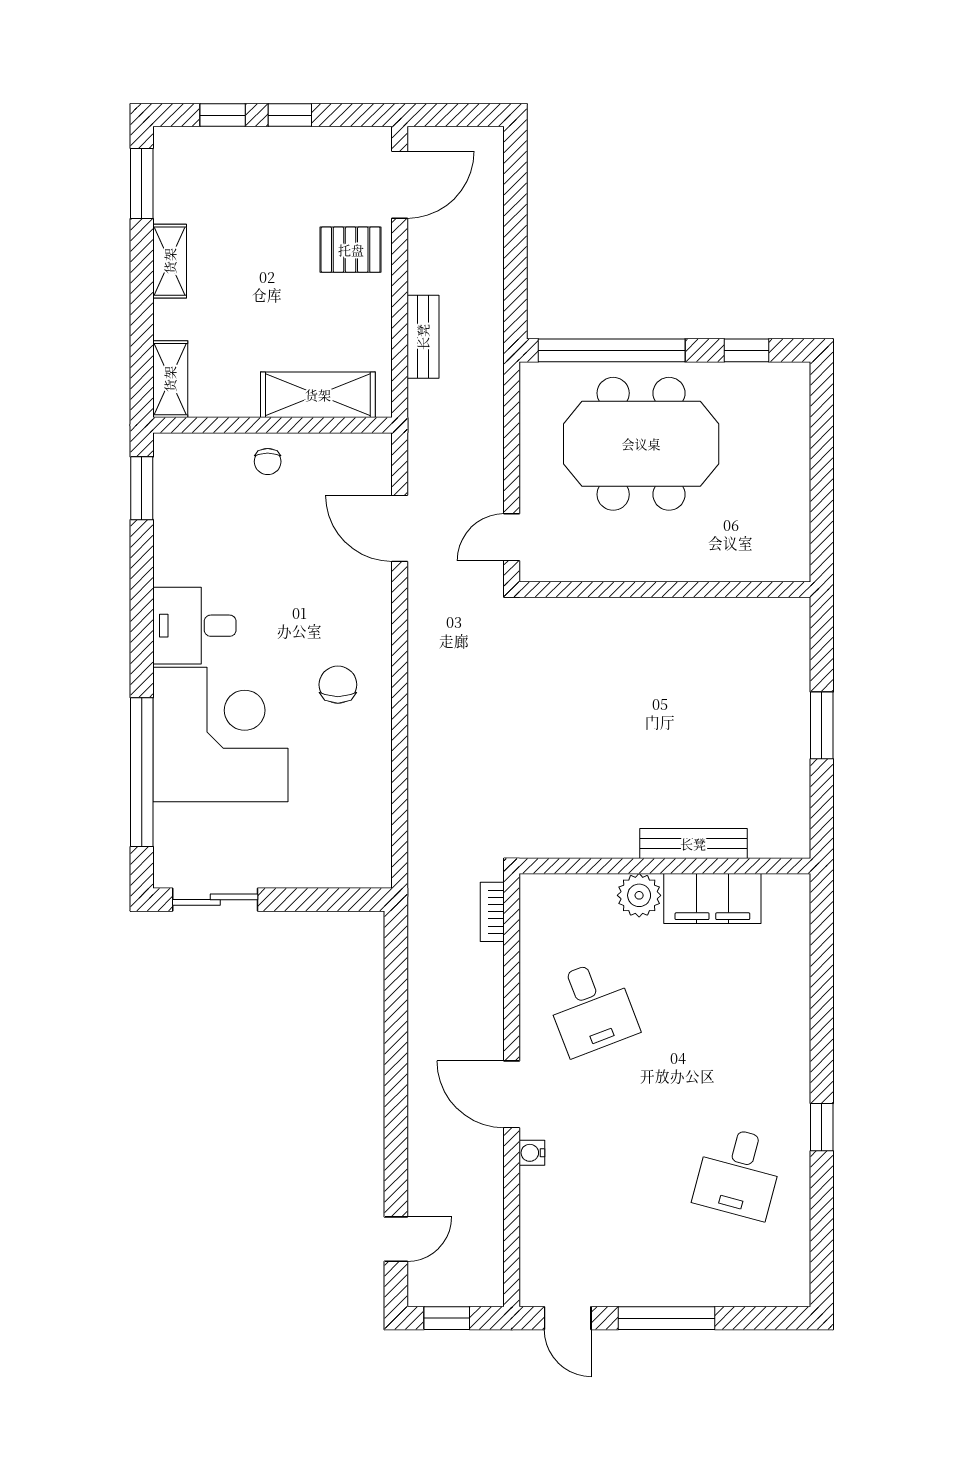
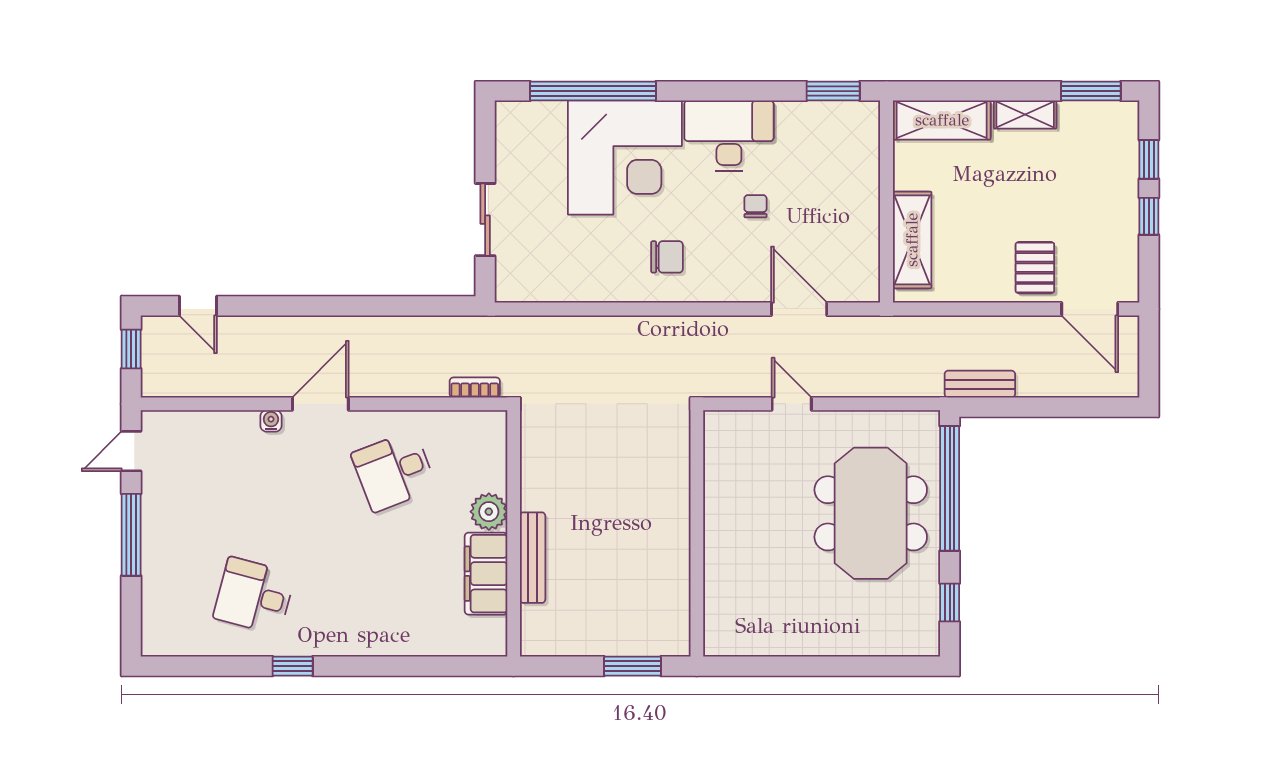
bench: (423, 337) -> (980, 384), moved
shelving: (170, 379) -> (942, 120), width x1.50, depth x1.33
chair: (268, 462) -> (755, 206), moved, turned 90
door: (400, 528) -> (799, 309), hinge flipped
wall: (665, 590) -> (697, 533), moved
desk: (194, 626) -> (729, 136), width x1.37
sliding door: (215, 900) -> (485, 220), moved

